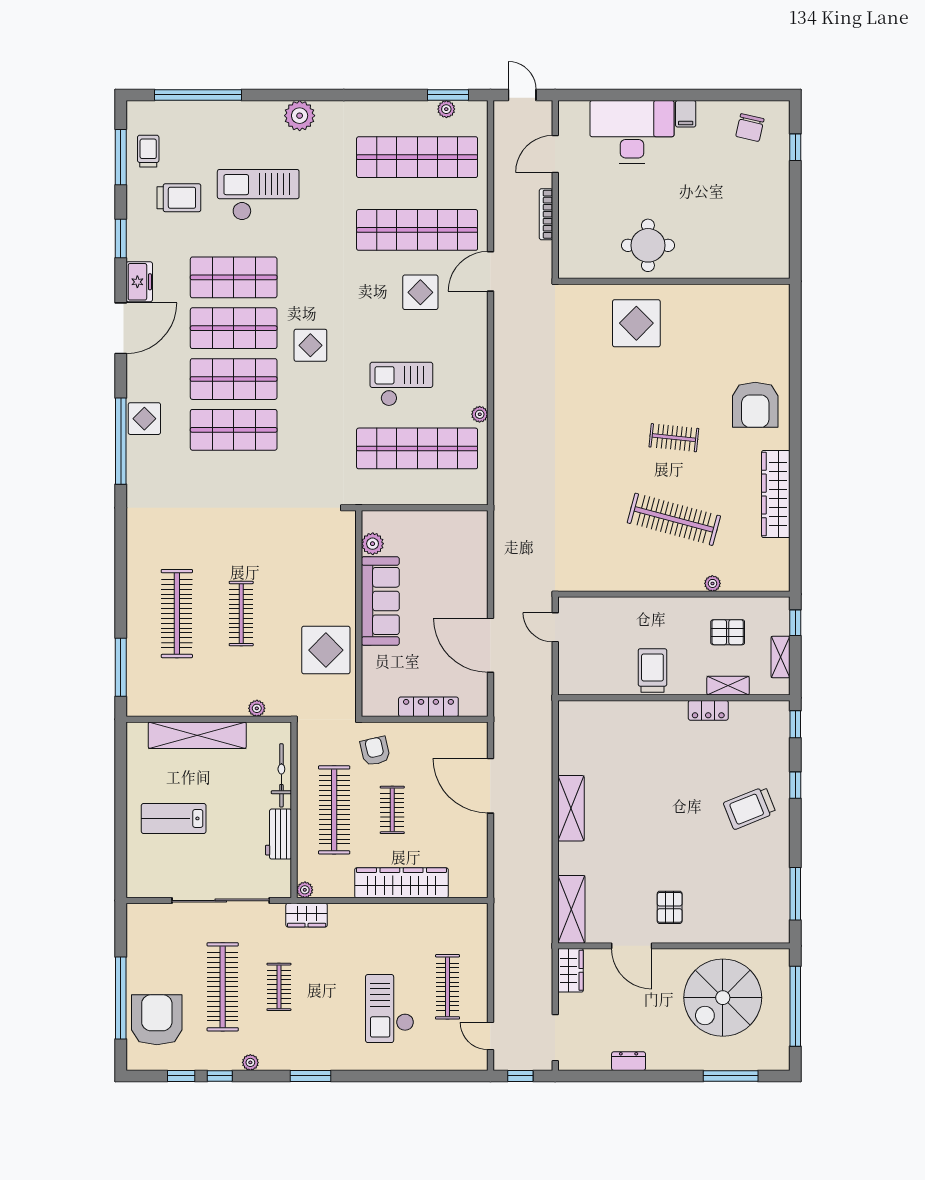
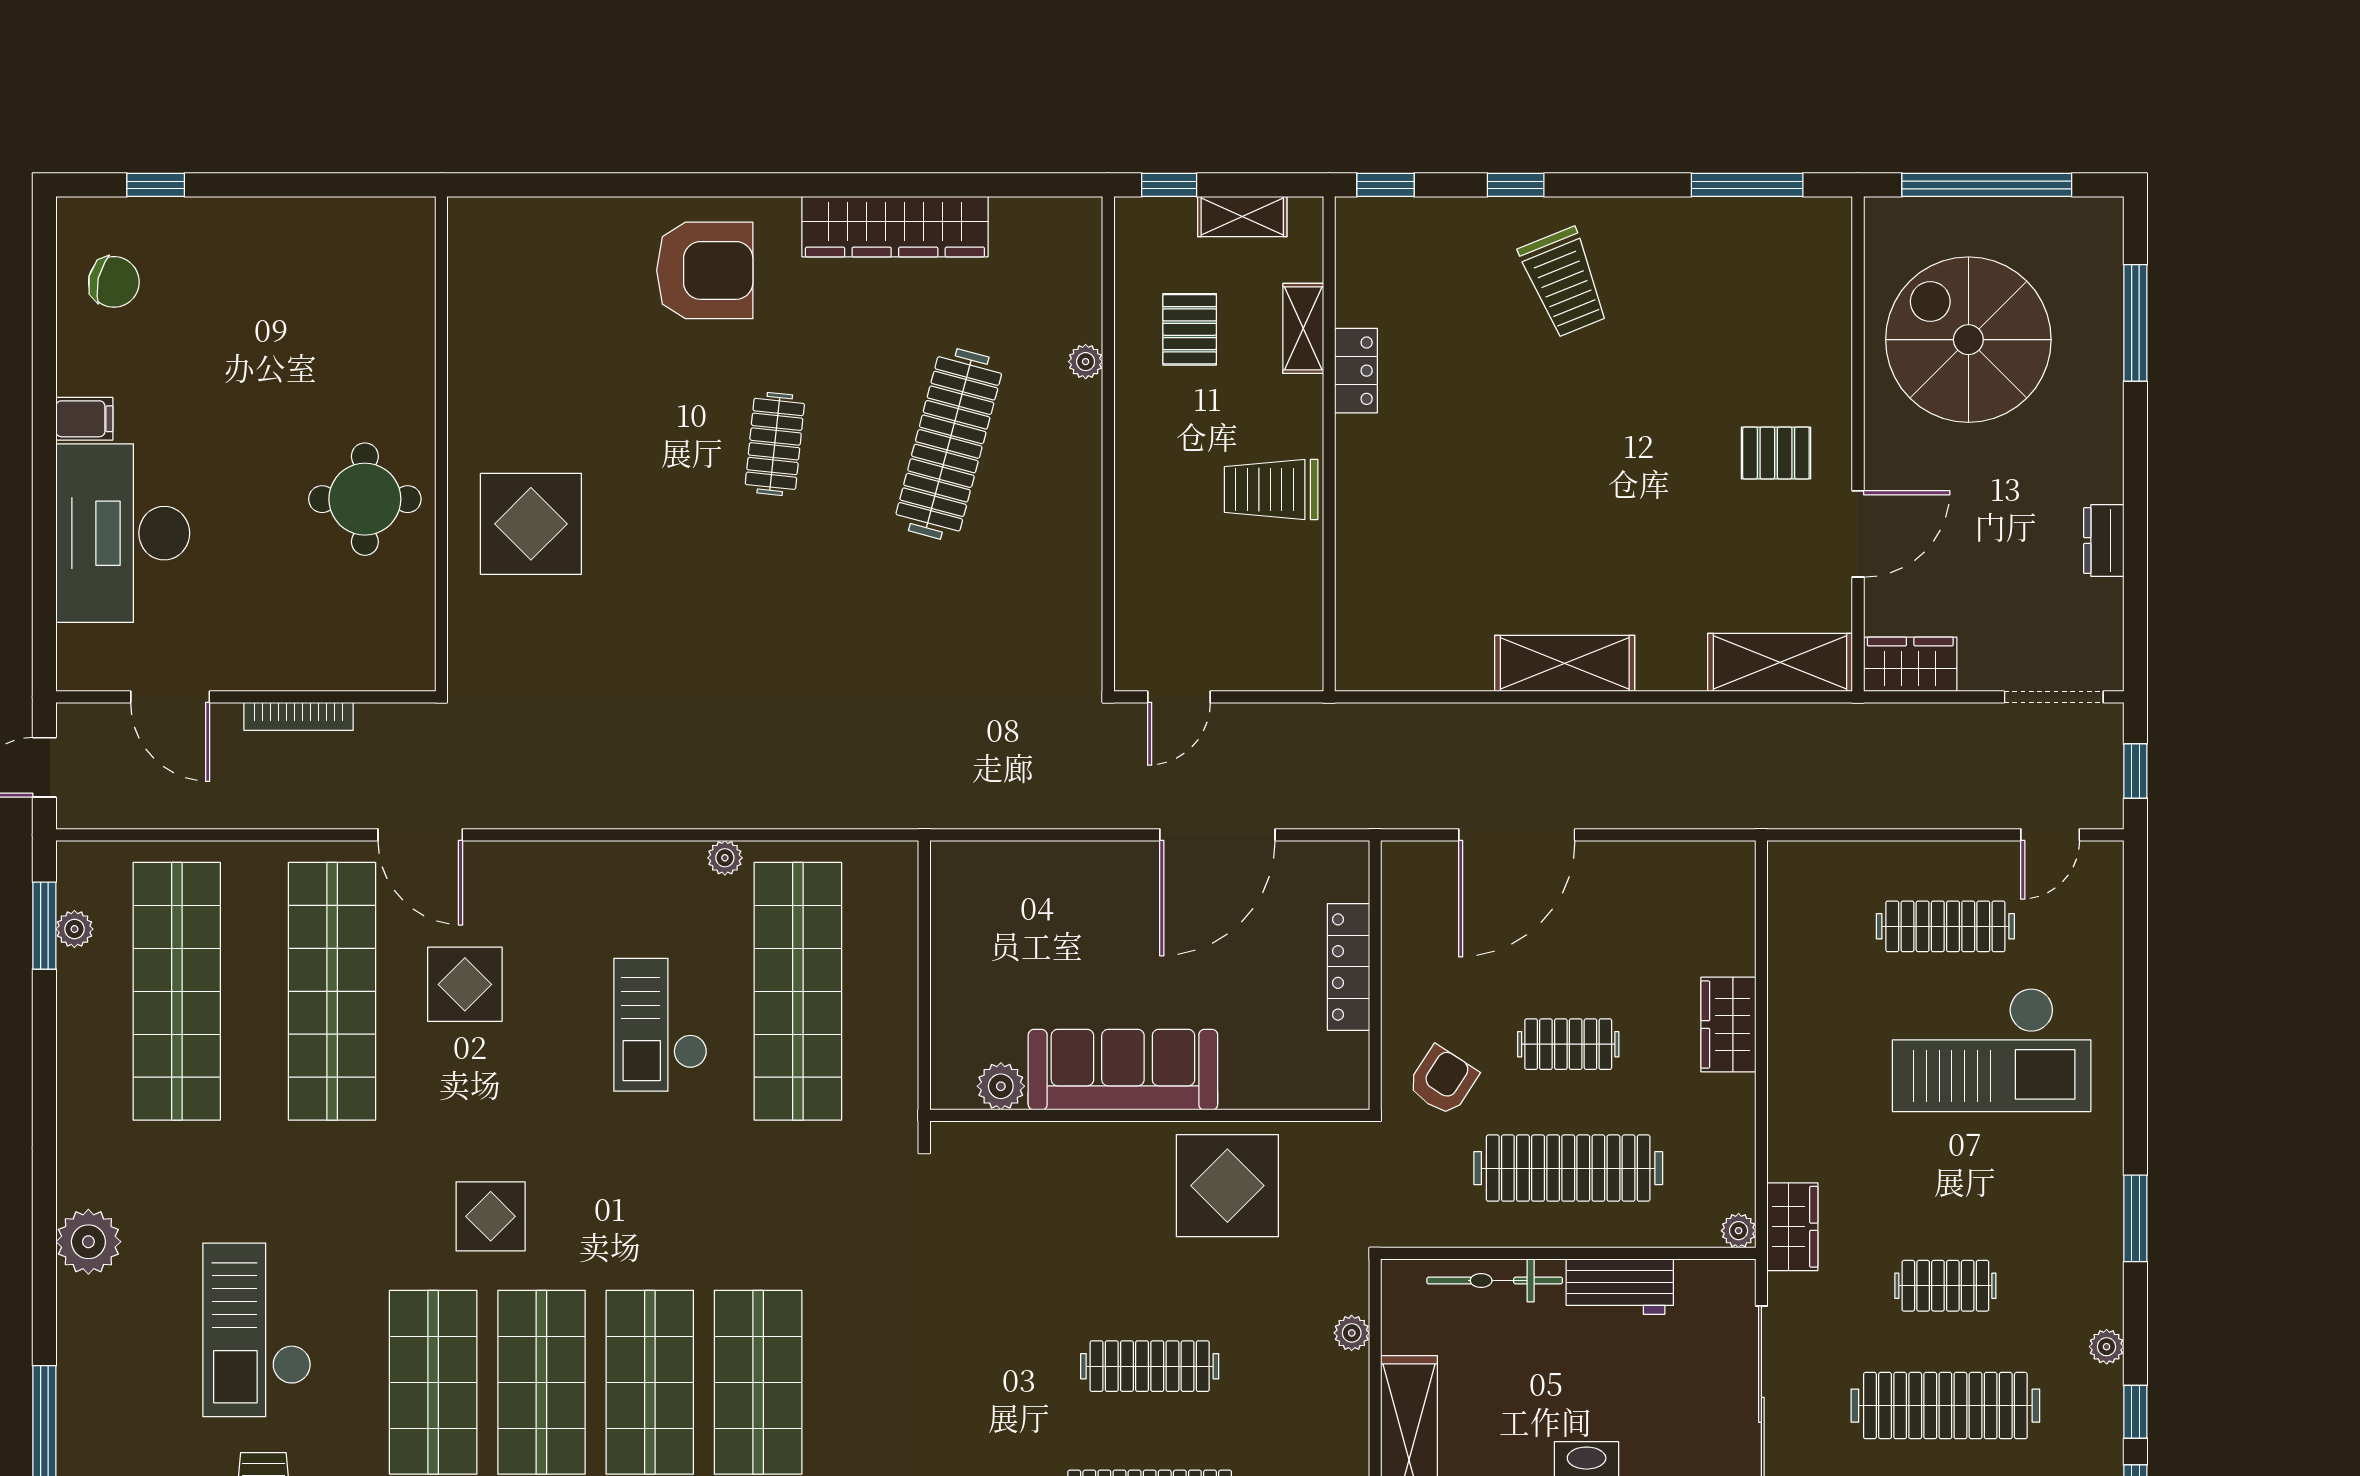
display table: (310, 345) -> (491, 1216), moved
armchair: (375, 751) -> (1443, 1081), turned 136
wardrobe: (401, 883) -> (1728, 1025), width x0.48, depth x0.85
spiral stairs: (723, 998) -> (1968, 340), turned 180
checkout: (390, 1009) -> (1992, 1050), width x1.36, depth x1.21

